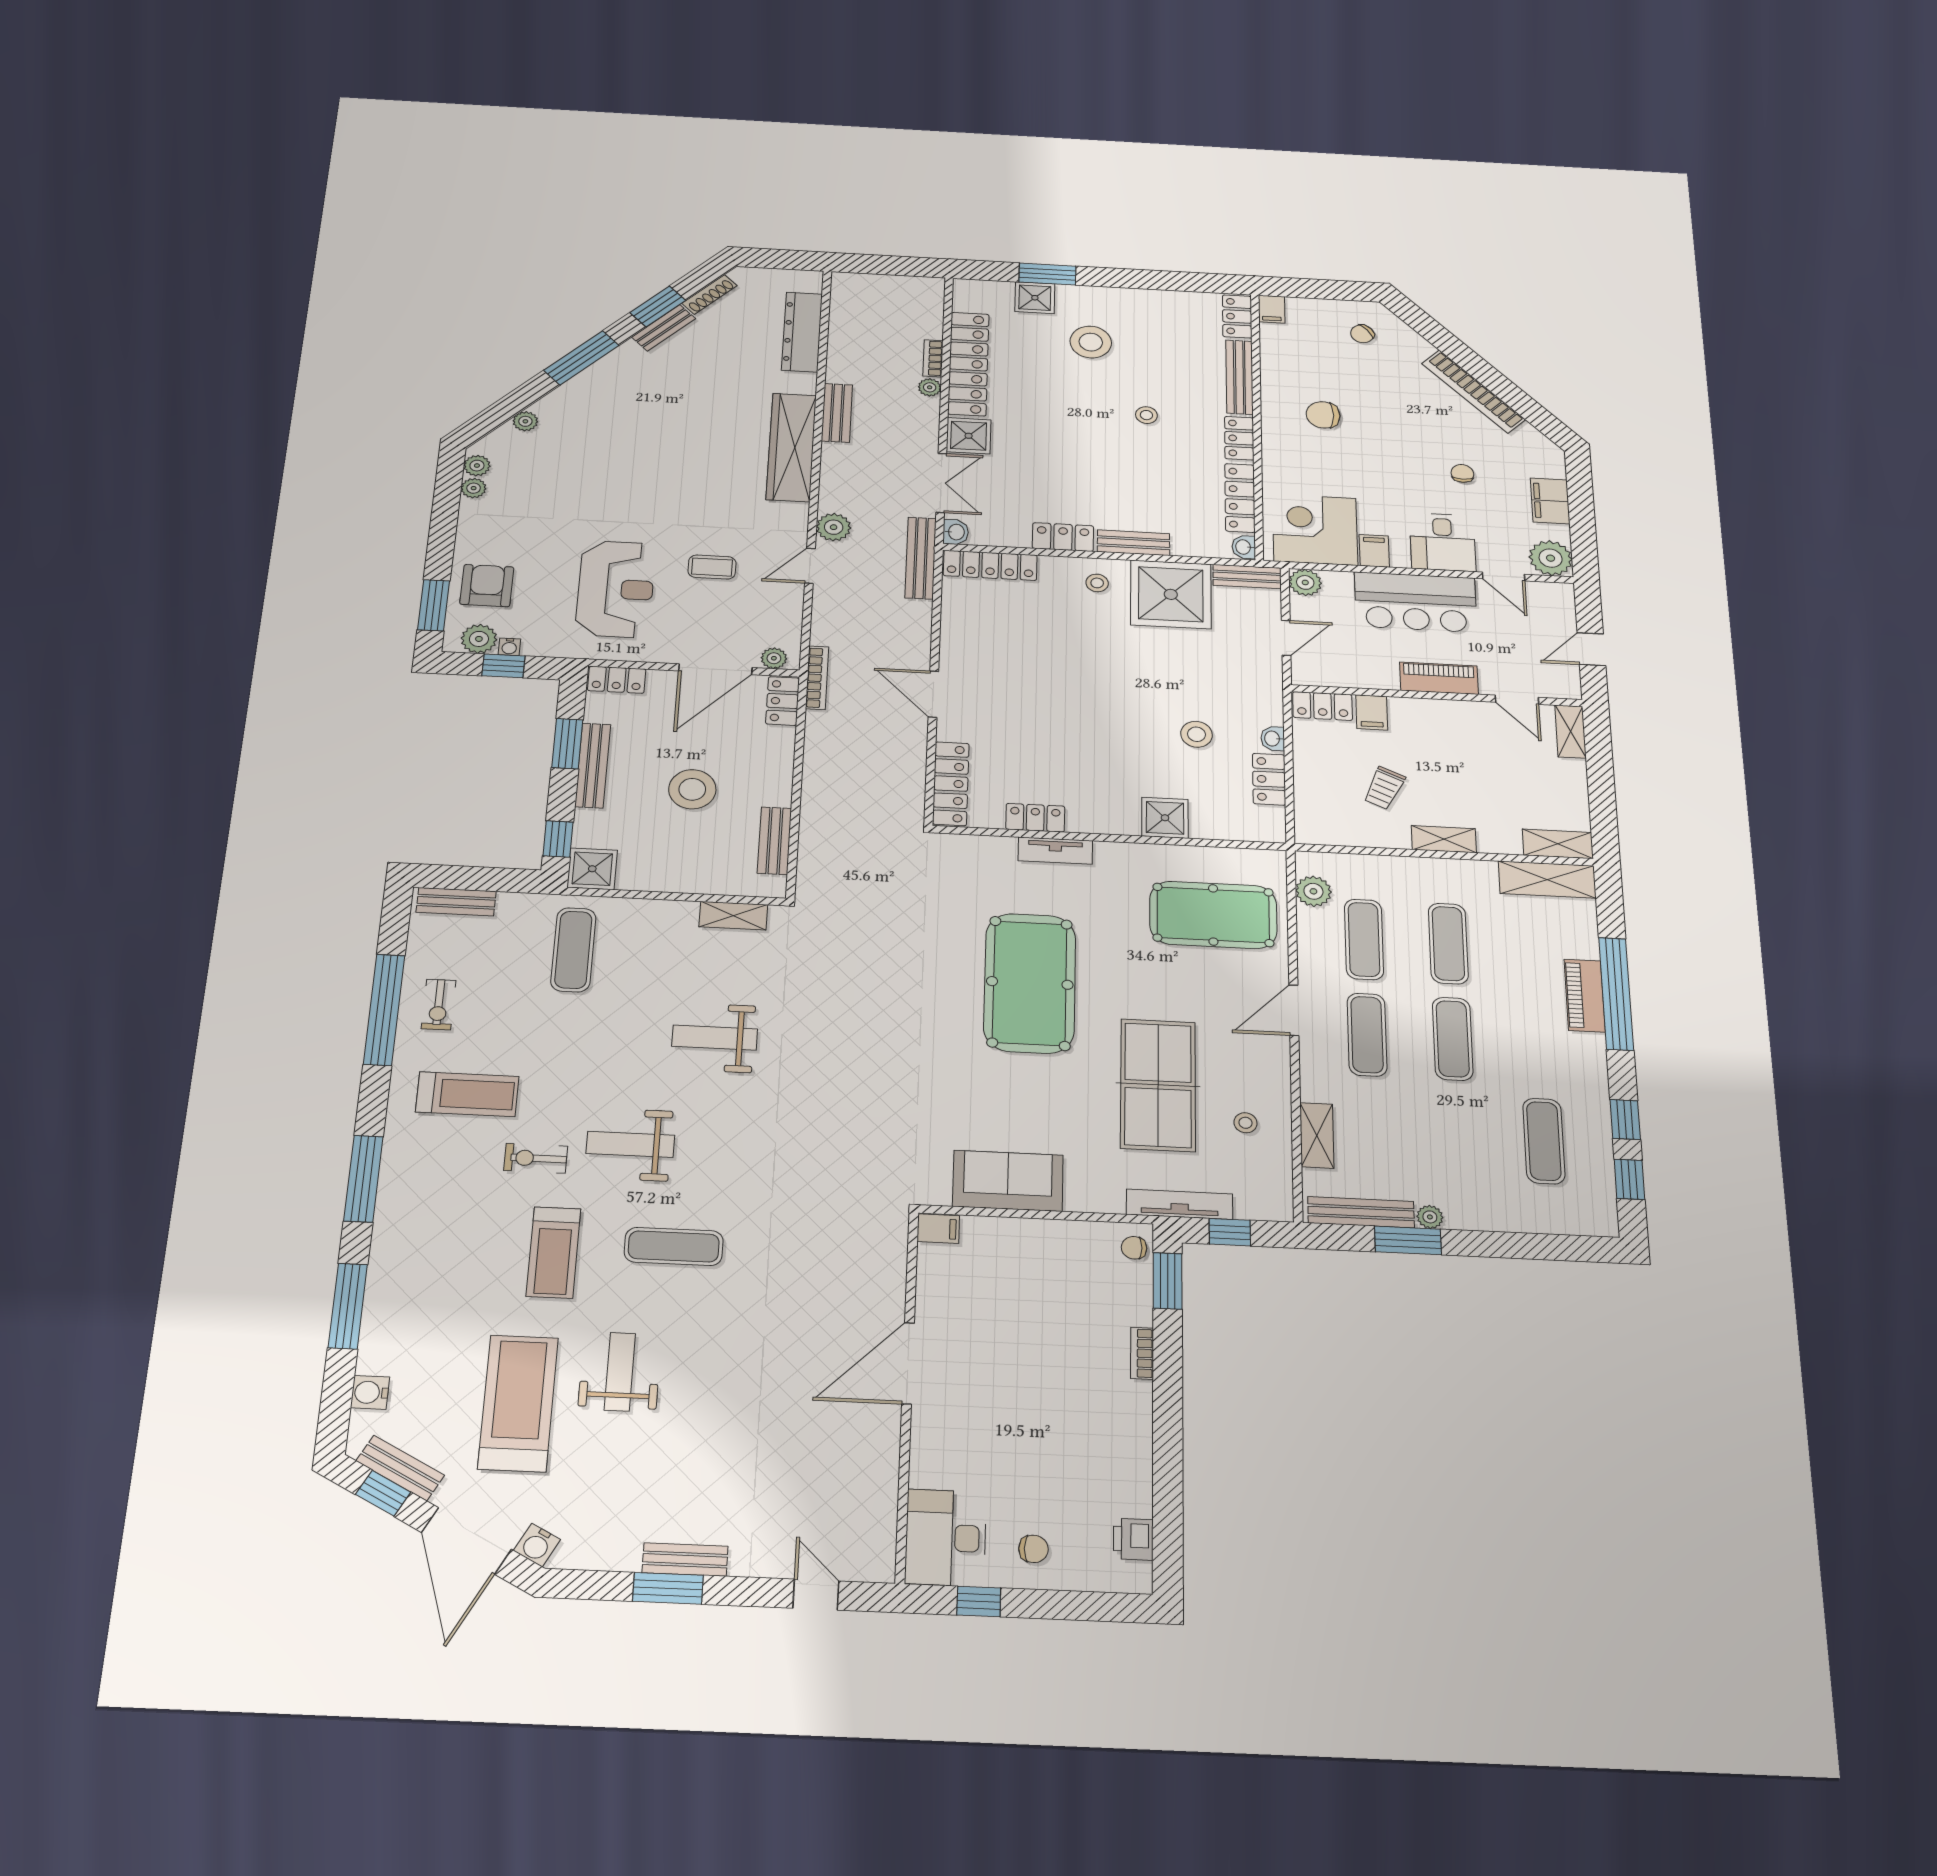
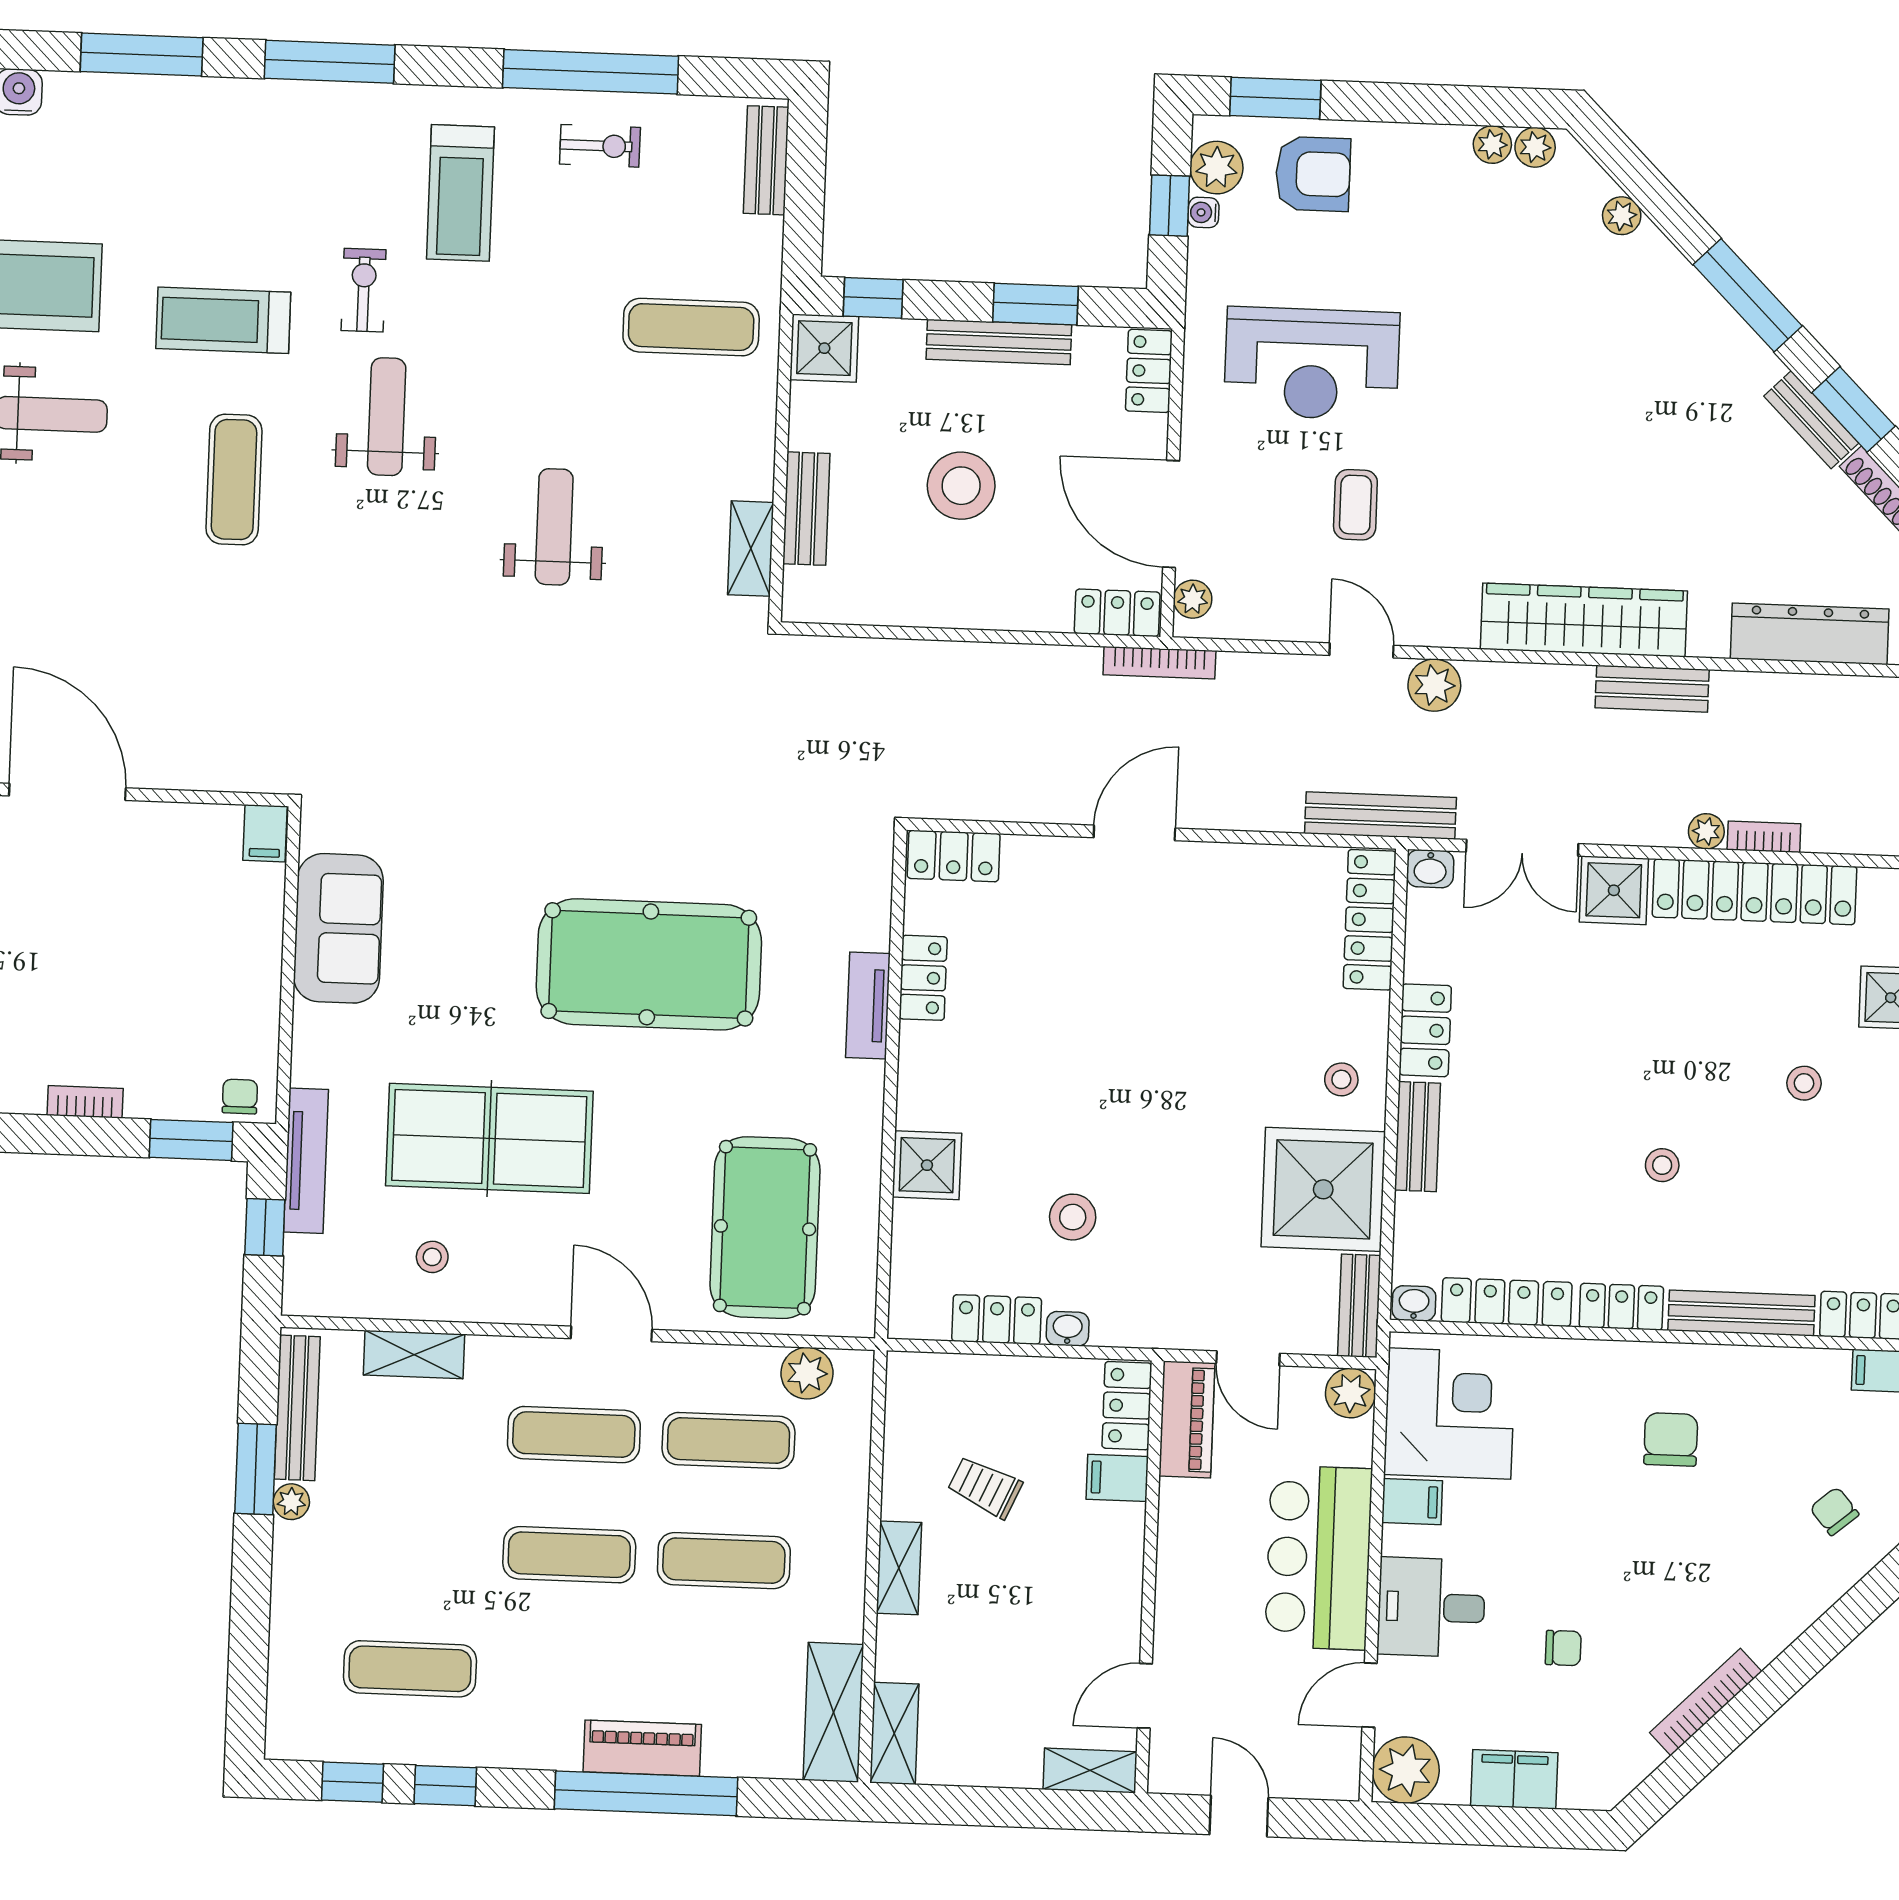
stool: (1091, 342) -> (1804, 1083), width x0.53, depth x0.53
bookcase: (1473, 392) -> (1706, 1702), width x0.68, depth x0.76
piano: (1439, 678) -> (1187, 1419), moved
locker: (951, 784) -> (954, 856), width x0.66
bench: (774, 841) -> (806, 509), moved, turned 90
exercise bike: (439, 1005) -> (600, 146), turned 180

